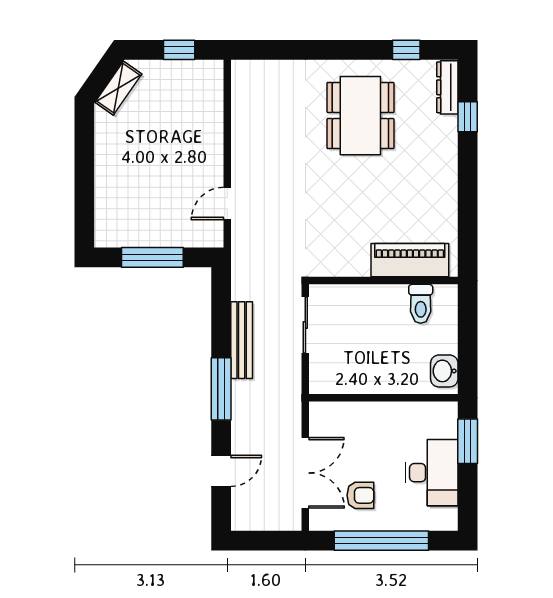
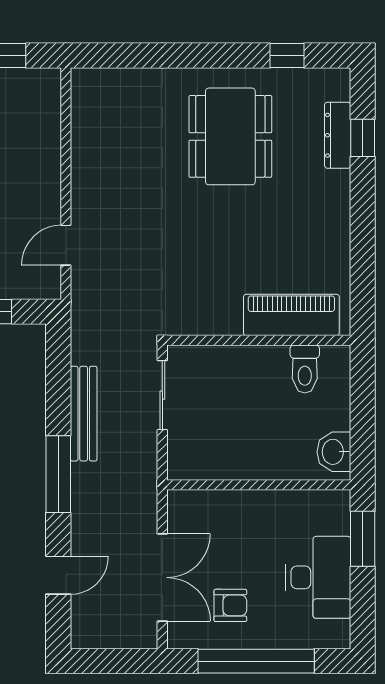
dresser: (447, 87) -> (338, 135), moved

